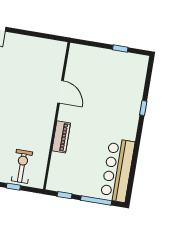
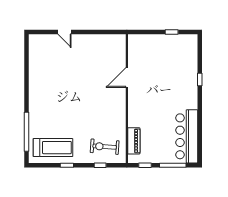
door: (61, 92) -> (127, 78), swing flipped
piano: (61, 137) -> (134, 141), moved
exercise bike: (22, 166) -> (105, 147), turned -86

